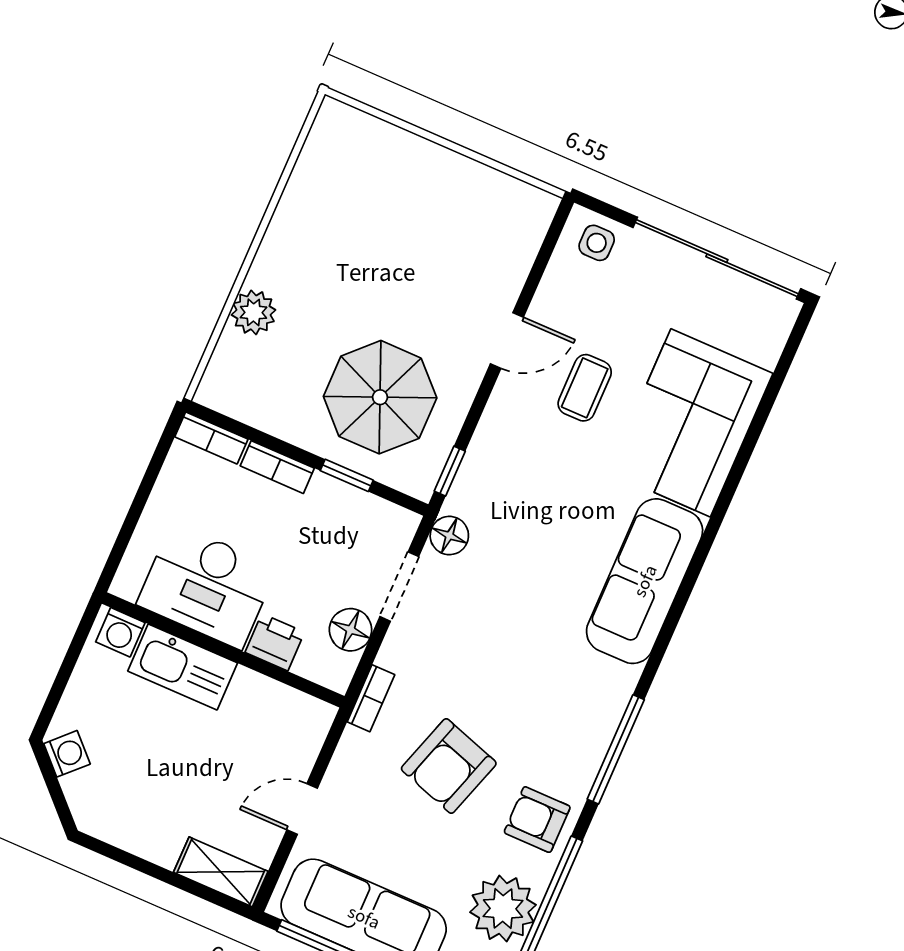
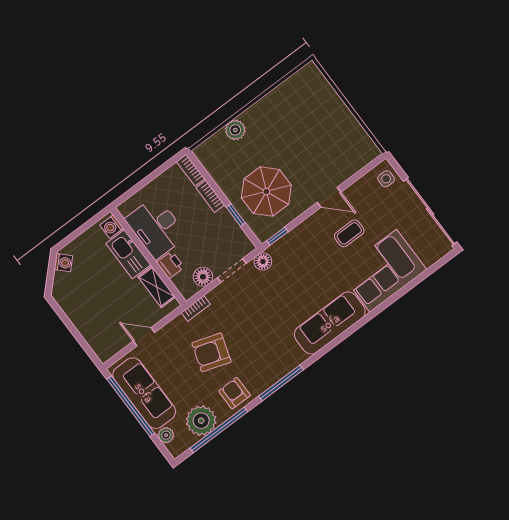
shelving: (221, 872) -> (157, 287), moved

